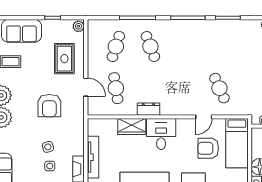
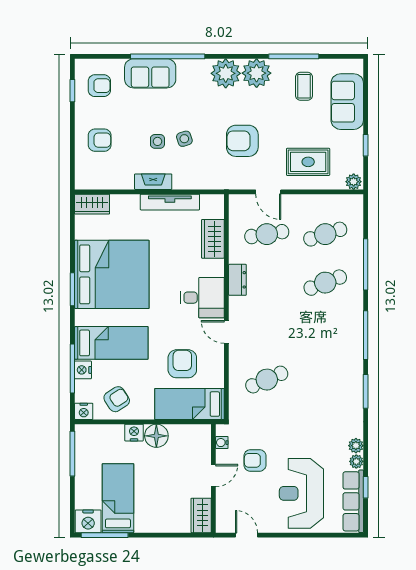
cafe table: (116, 46) -> (325, 234), turned -36
door: (86, 87) -> (268, 192), hinge flipped
door: (204, 117) -> (226, 332), moved
wardrobe: (132, 127) -> (213, 239), moved

